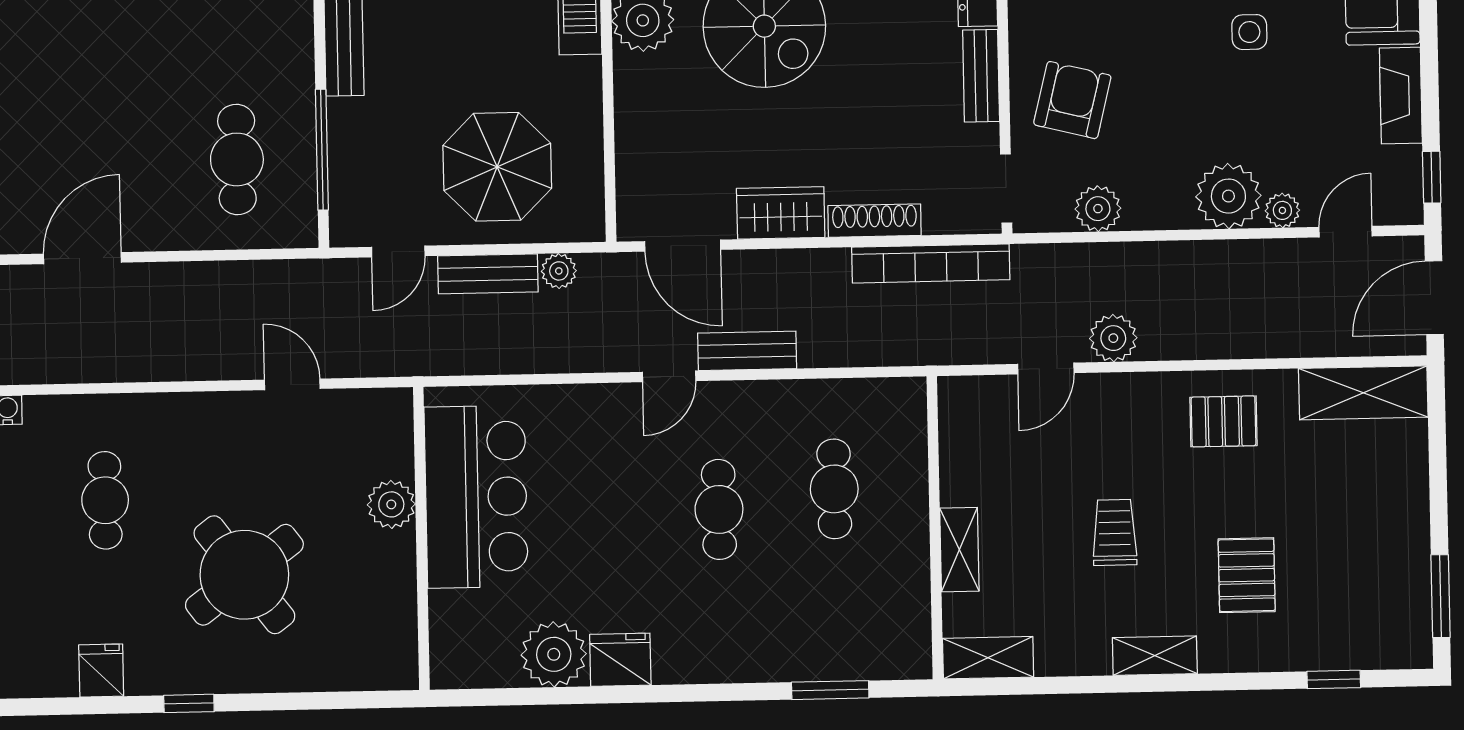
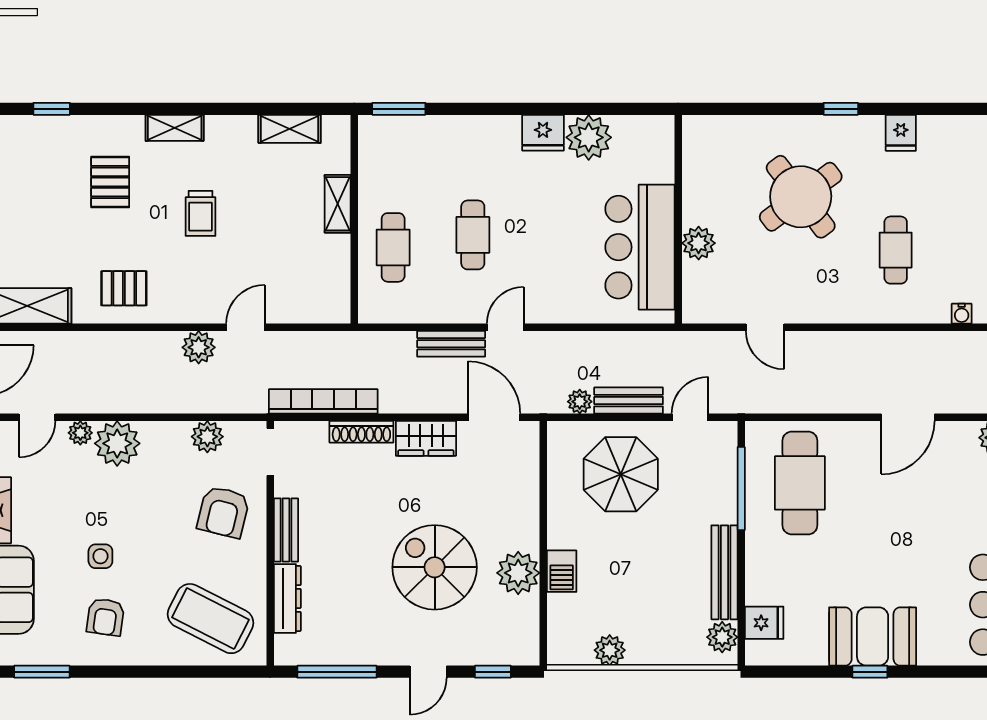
cafe table: (237, 159) -> (800, 483), width x1.37, depth x1.35
wall: (935, 528) -> (354, 219), moved
shelving: (959, 550) -> (338, 204), moved

